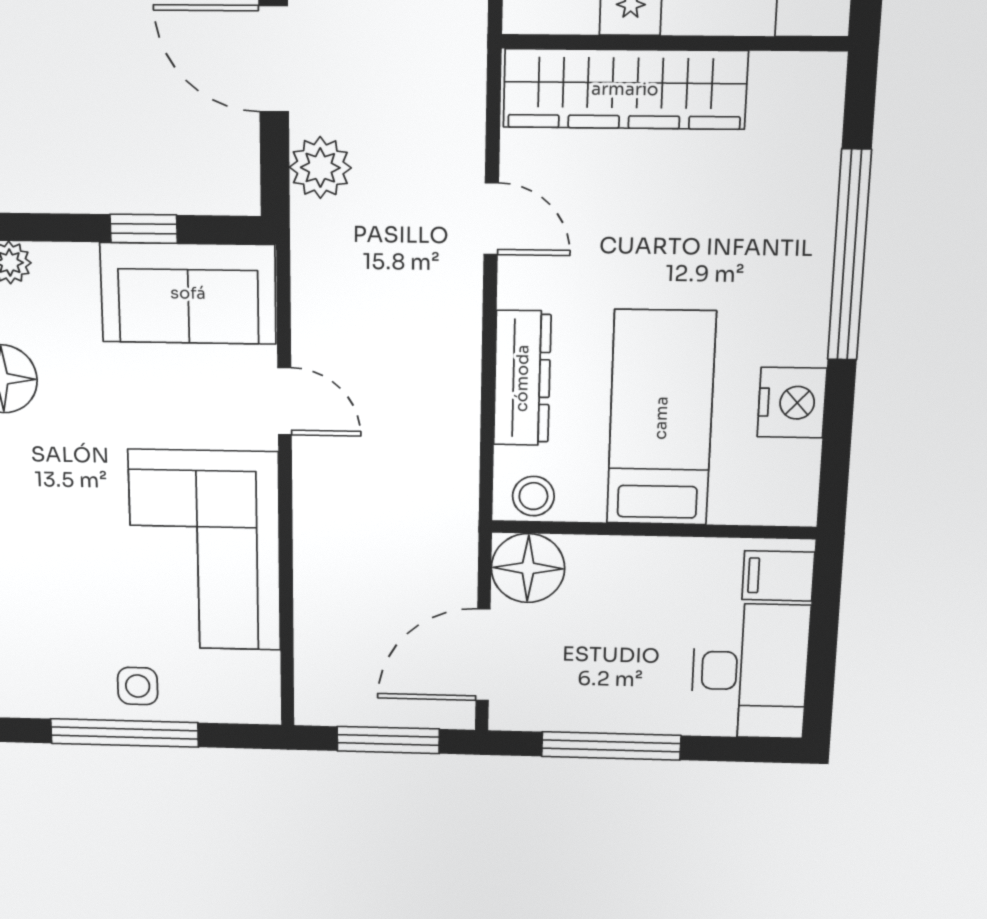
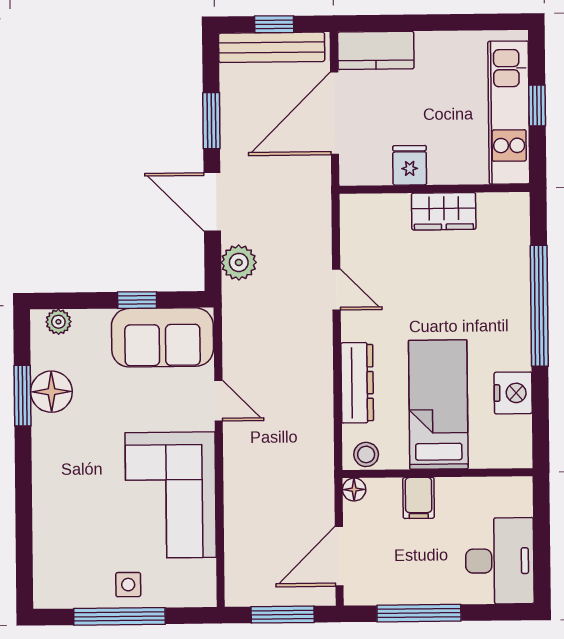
wardrobe: (625, 89) -> (444, 211), width x0.48, depth x0.85
floor lamp: (528, 568) -> (354, 490), width x0.53, depth x0.53
filing cabinet: (778, 576) -> (419, 498), moved, turned -90

